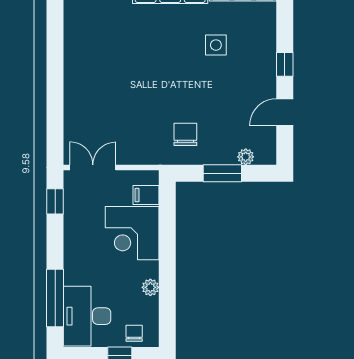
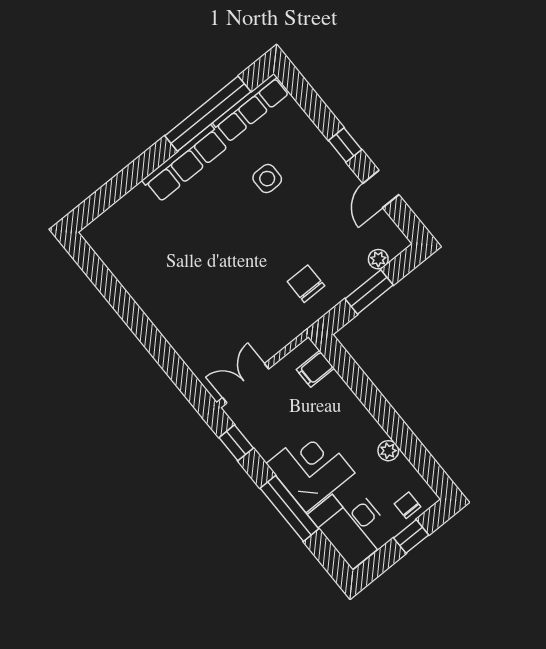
corner desk: (132, 233) -> (311, 468), moved, turned 180
window: (55, 298) -> (289, 508), moved

